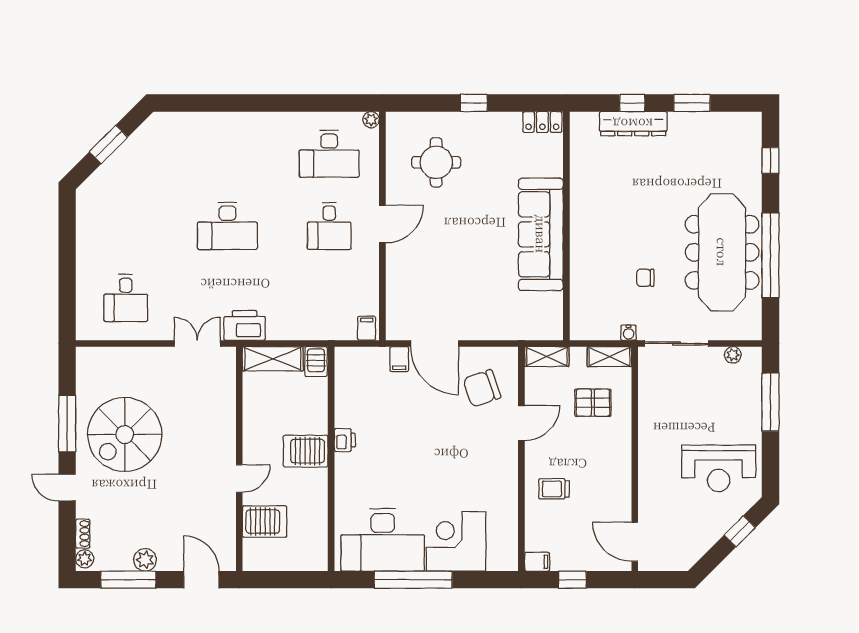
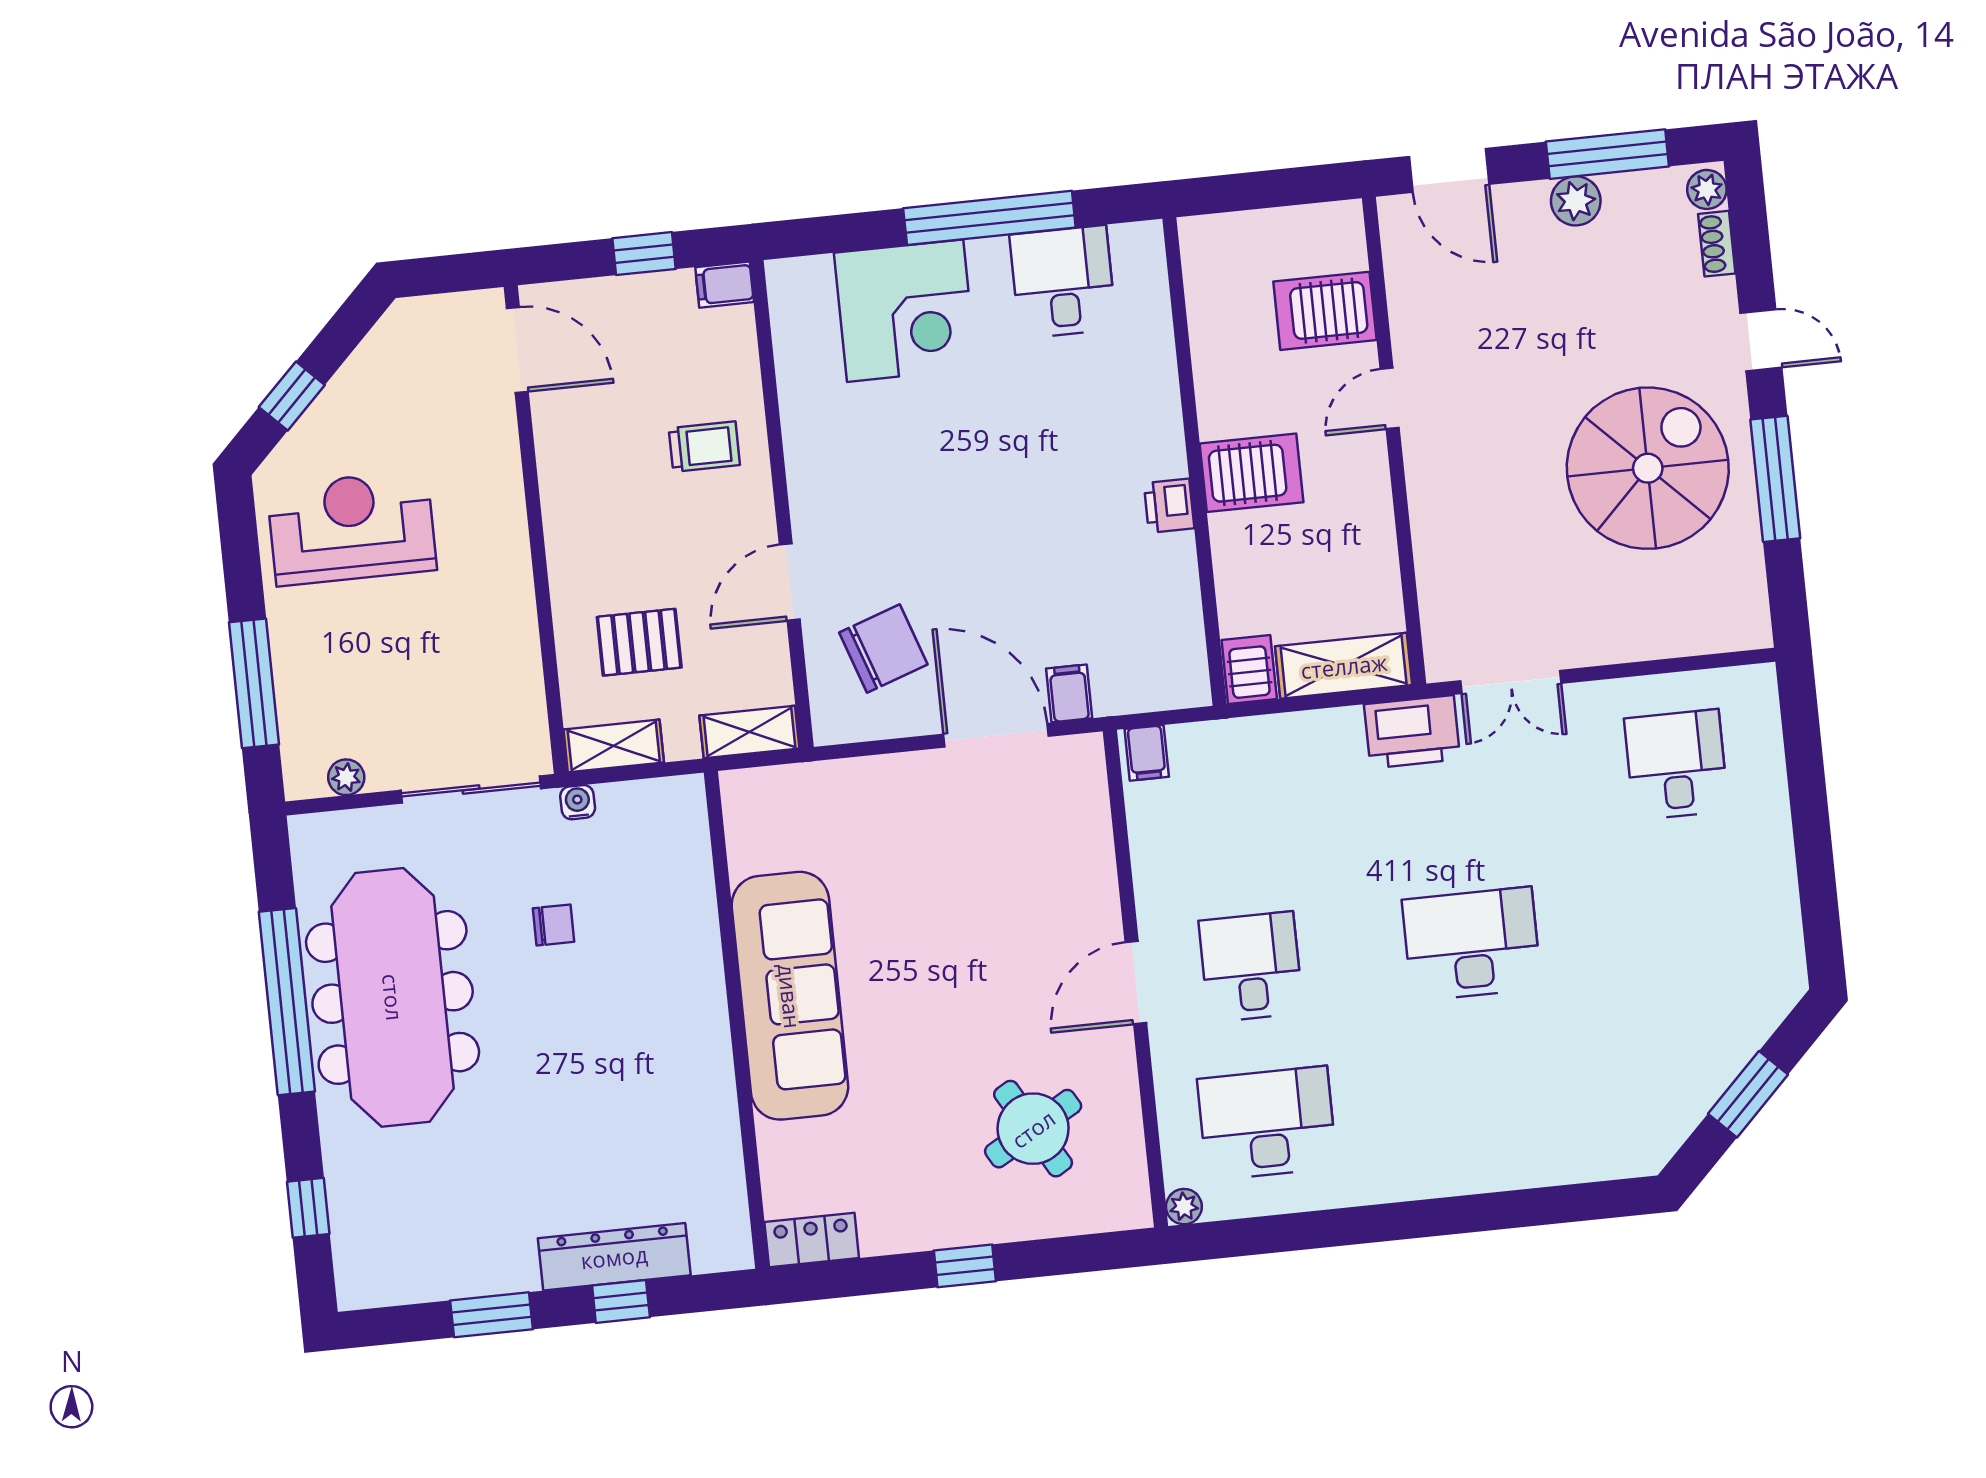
round table: (436, 162) -> (1033, 1129), turned -30
desk: (383, 540) -> (1063, 282), width x0.53, depth x0.77

